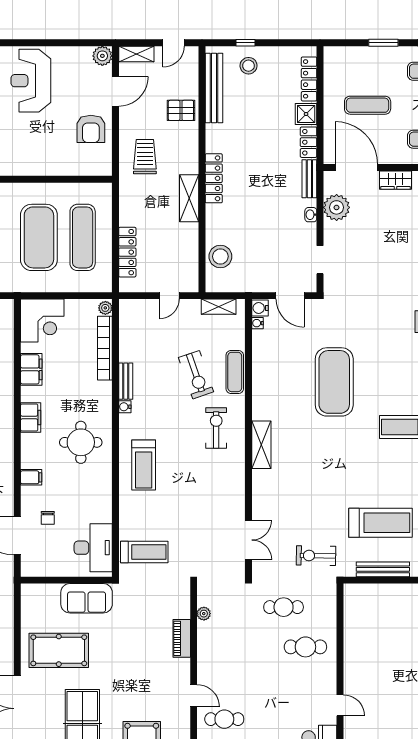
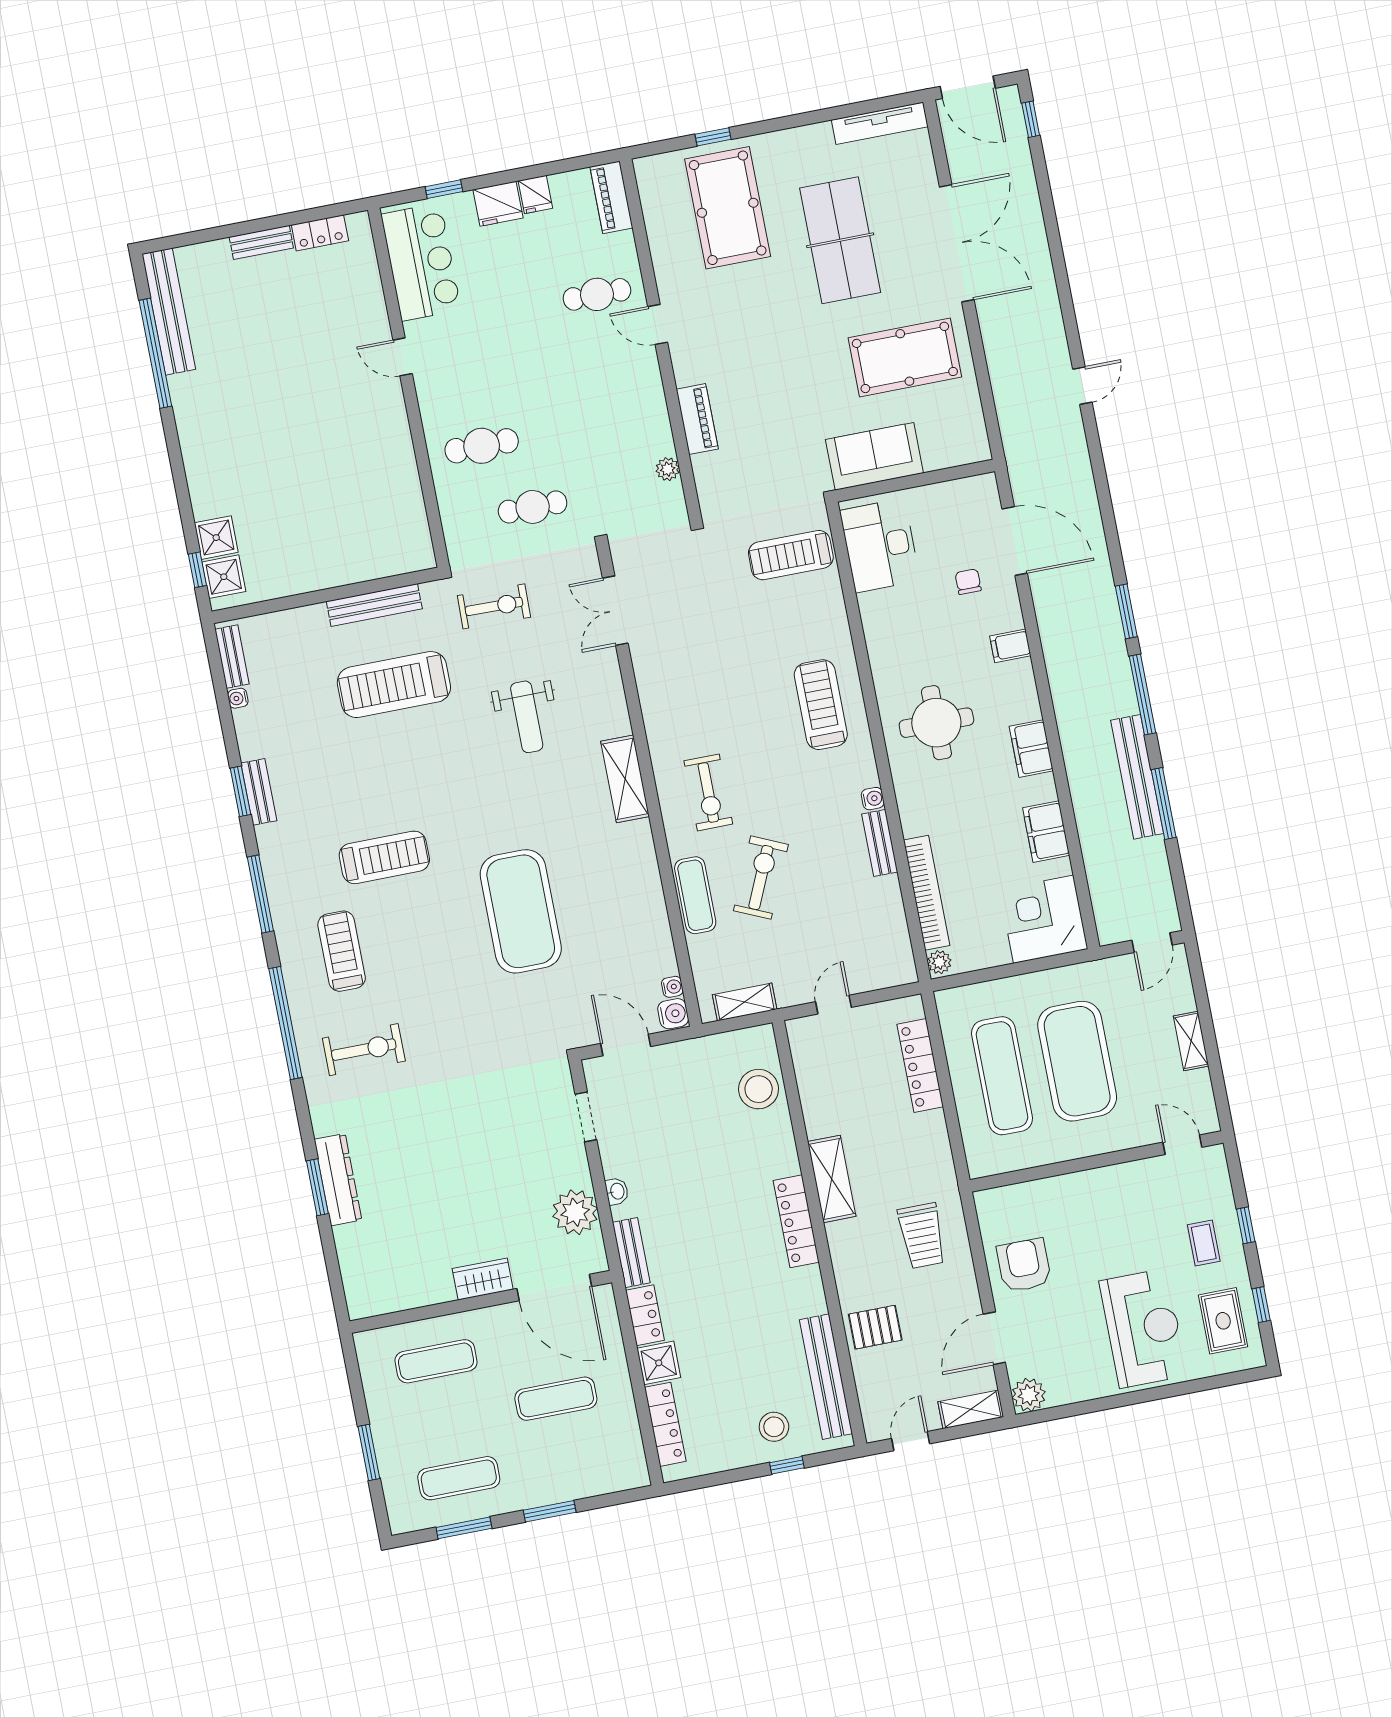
exercise bike: (196, 375) -> (761, 878), turned 43
weight bench: (310, 490) -> (527, 717), added

